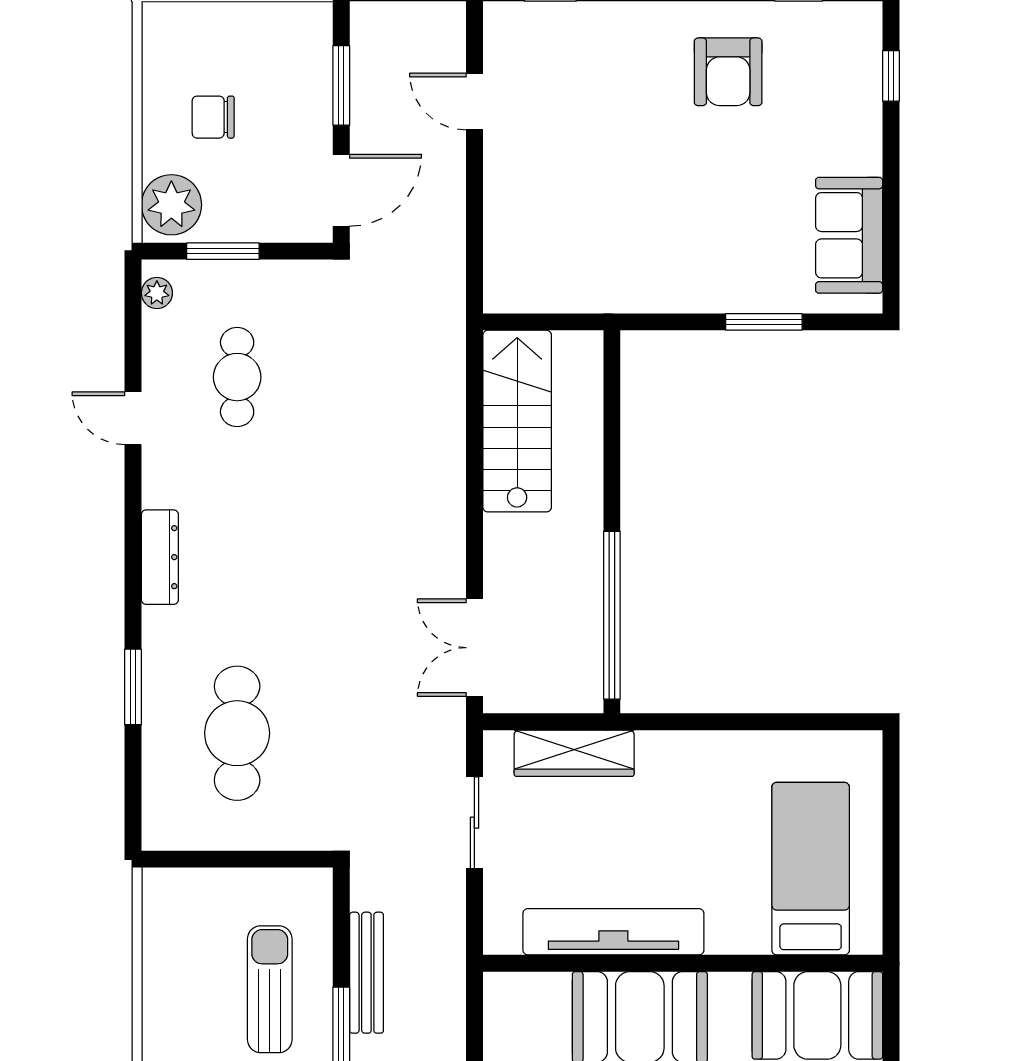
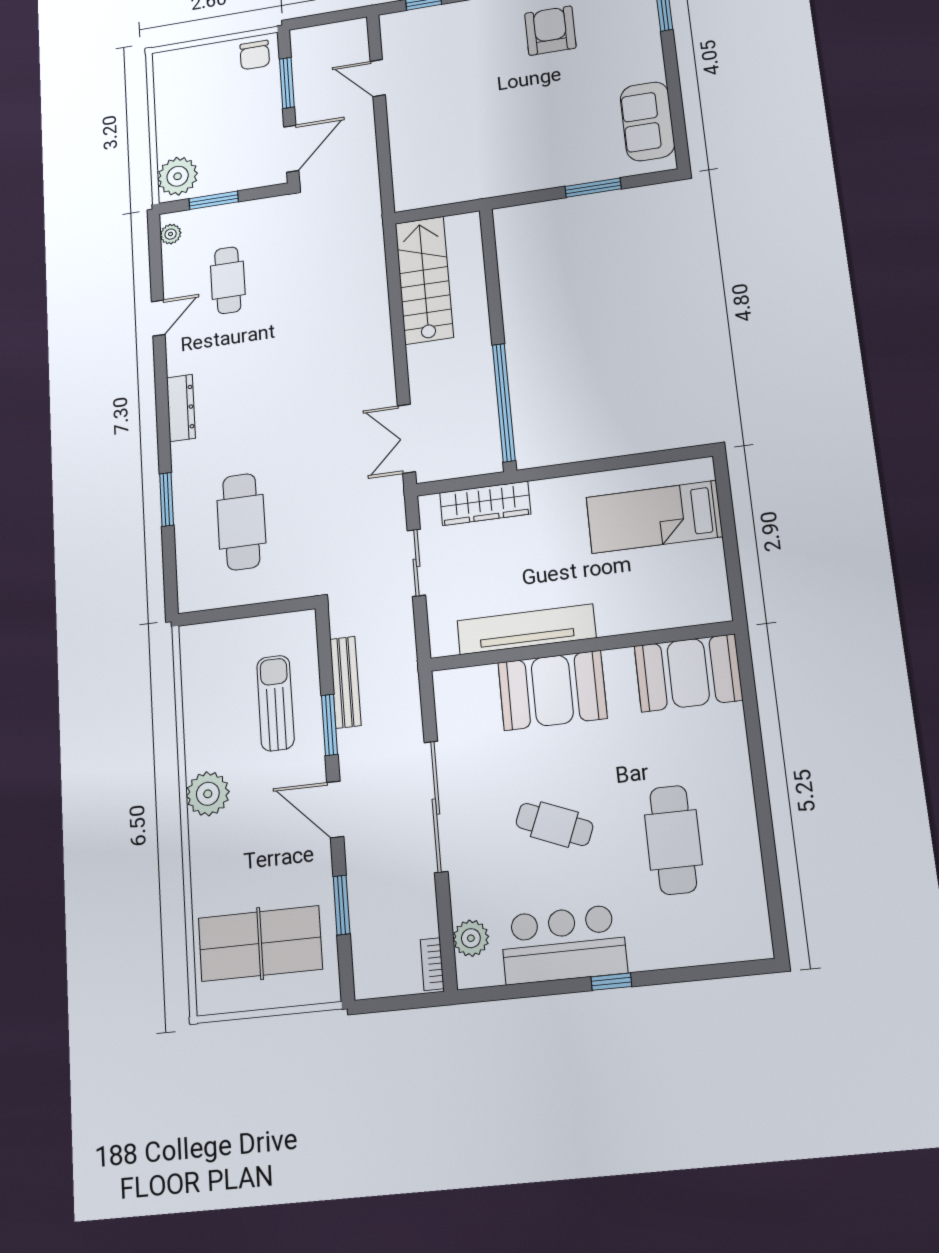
armchair: (728, 72) -> (550, 31), turned 180
chair: (213, 117) -> (255, 55), moved, turned -90
door: (133, 418) -> (158, 318), swing flipped
bed: (811, 869) -> (654, 517), moved, turned -90

